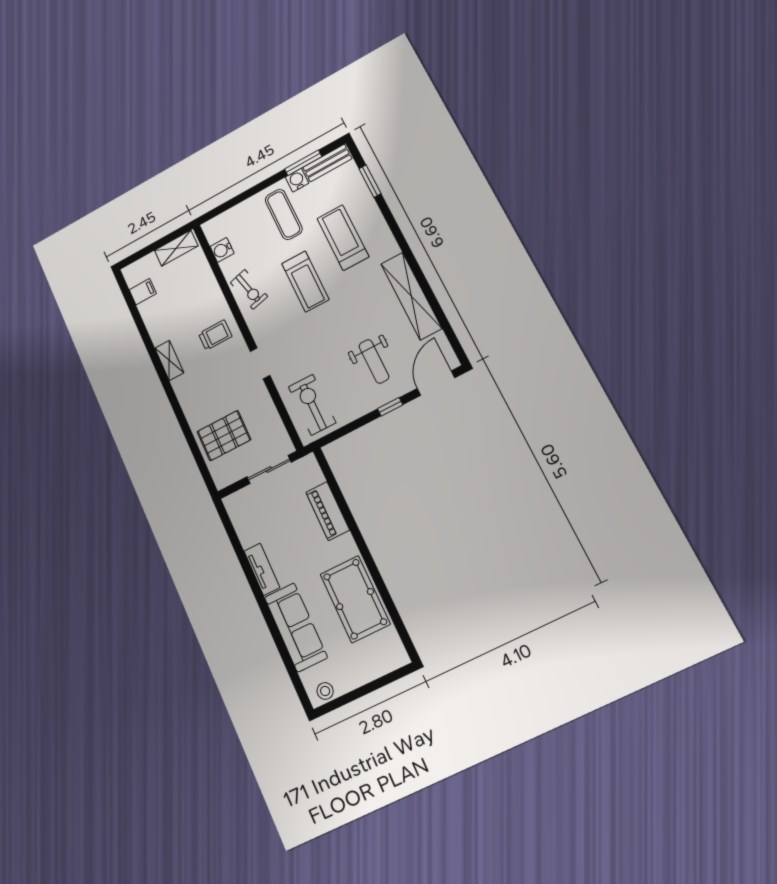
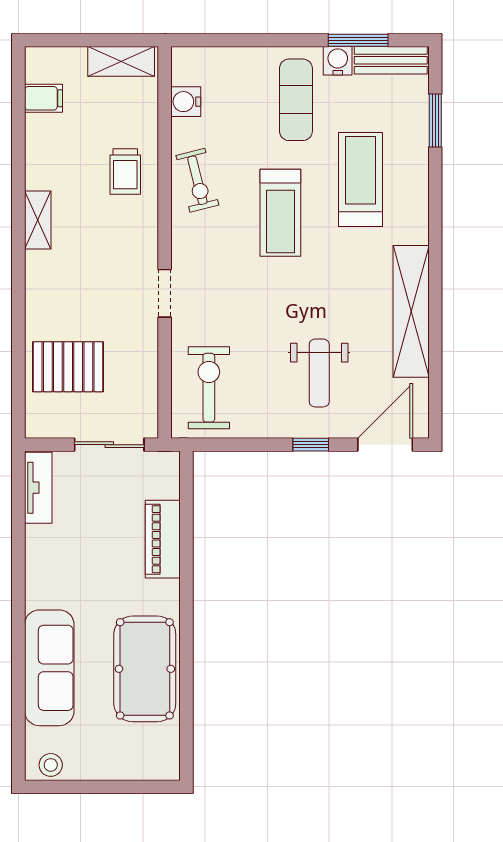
trolley: (215, 335) -> (125, 171), moved, turned 90
tv unit: (262, 569) -> (38, 488), moved

